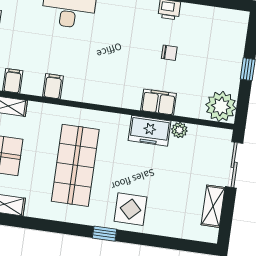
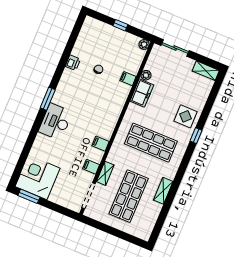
filing cabinet: (159, 102) -> (128, 79), width x0.50
plant: (221, 106) -> (144, 44), width x0.53, depth x0.53
shelving: (213, 206) -> (206, 71), moved

